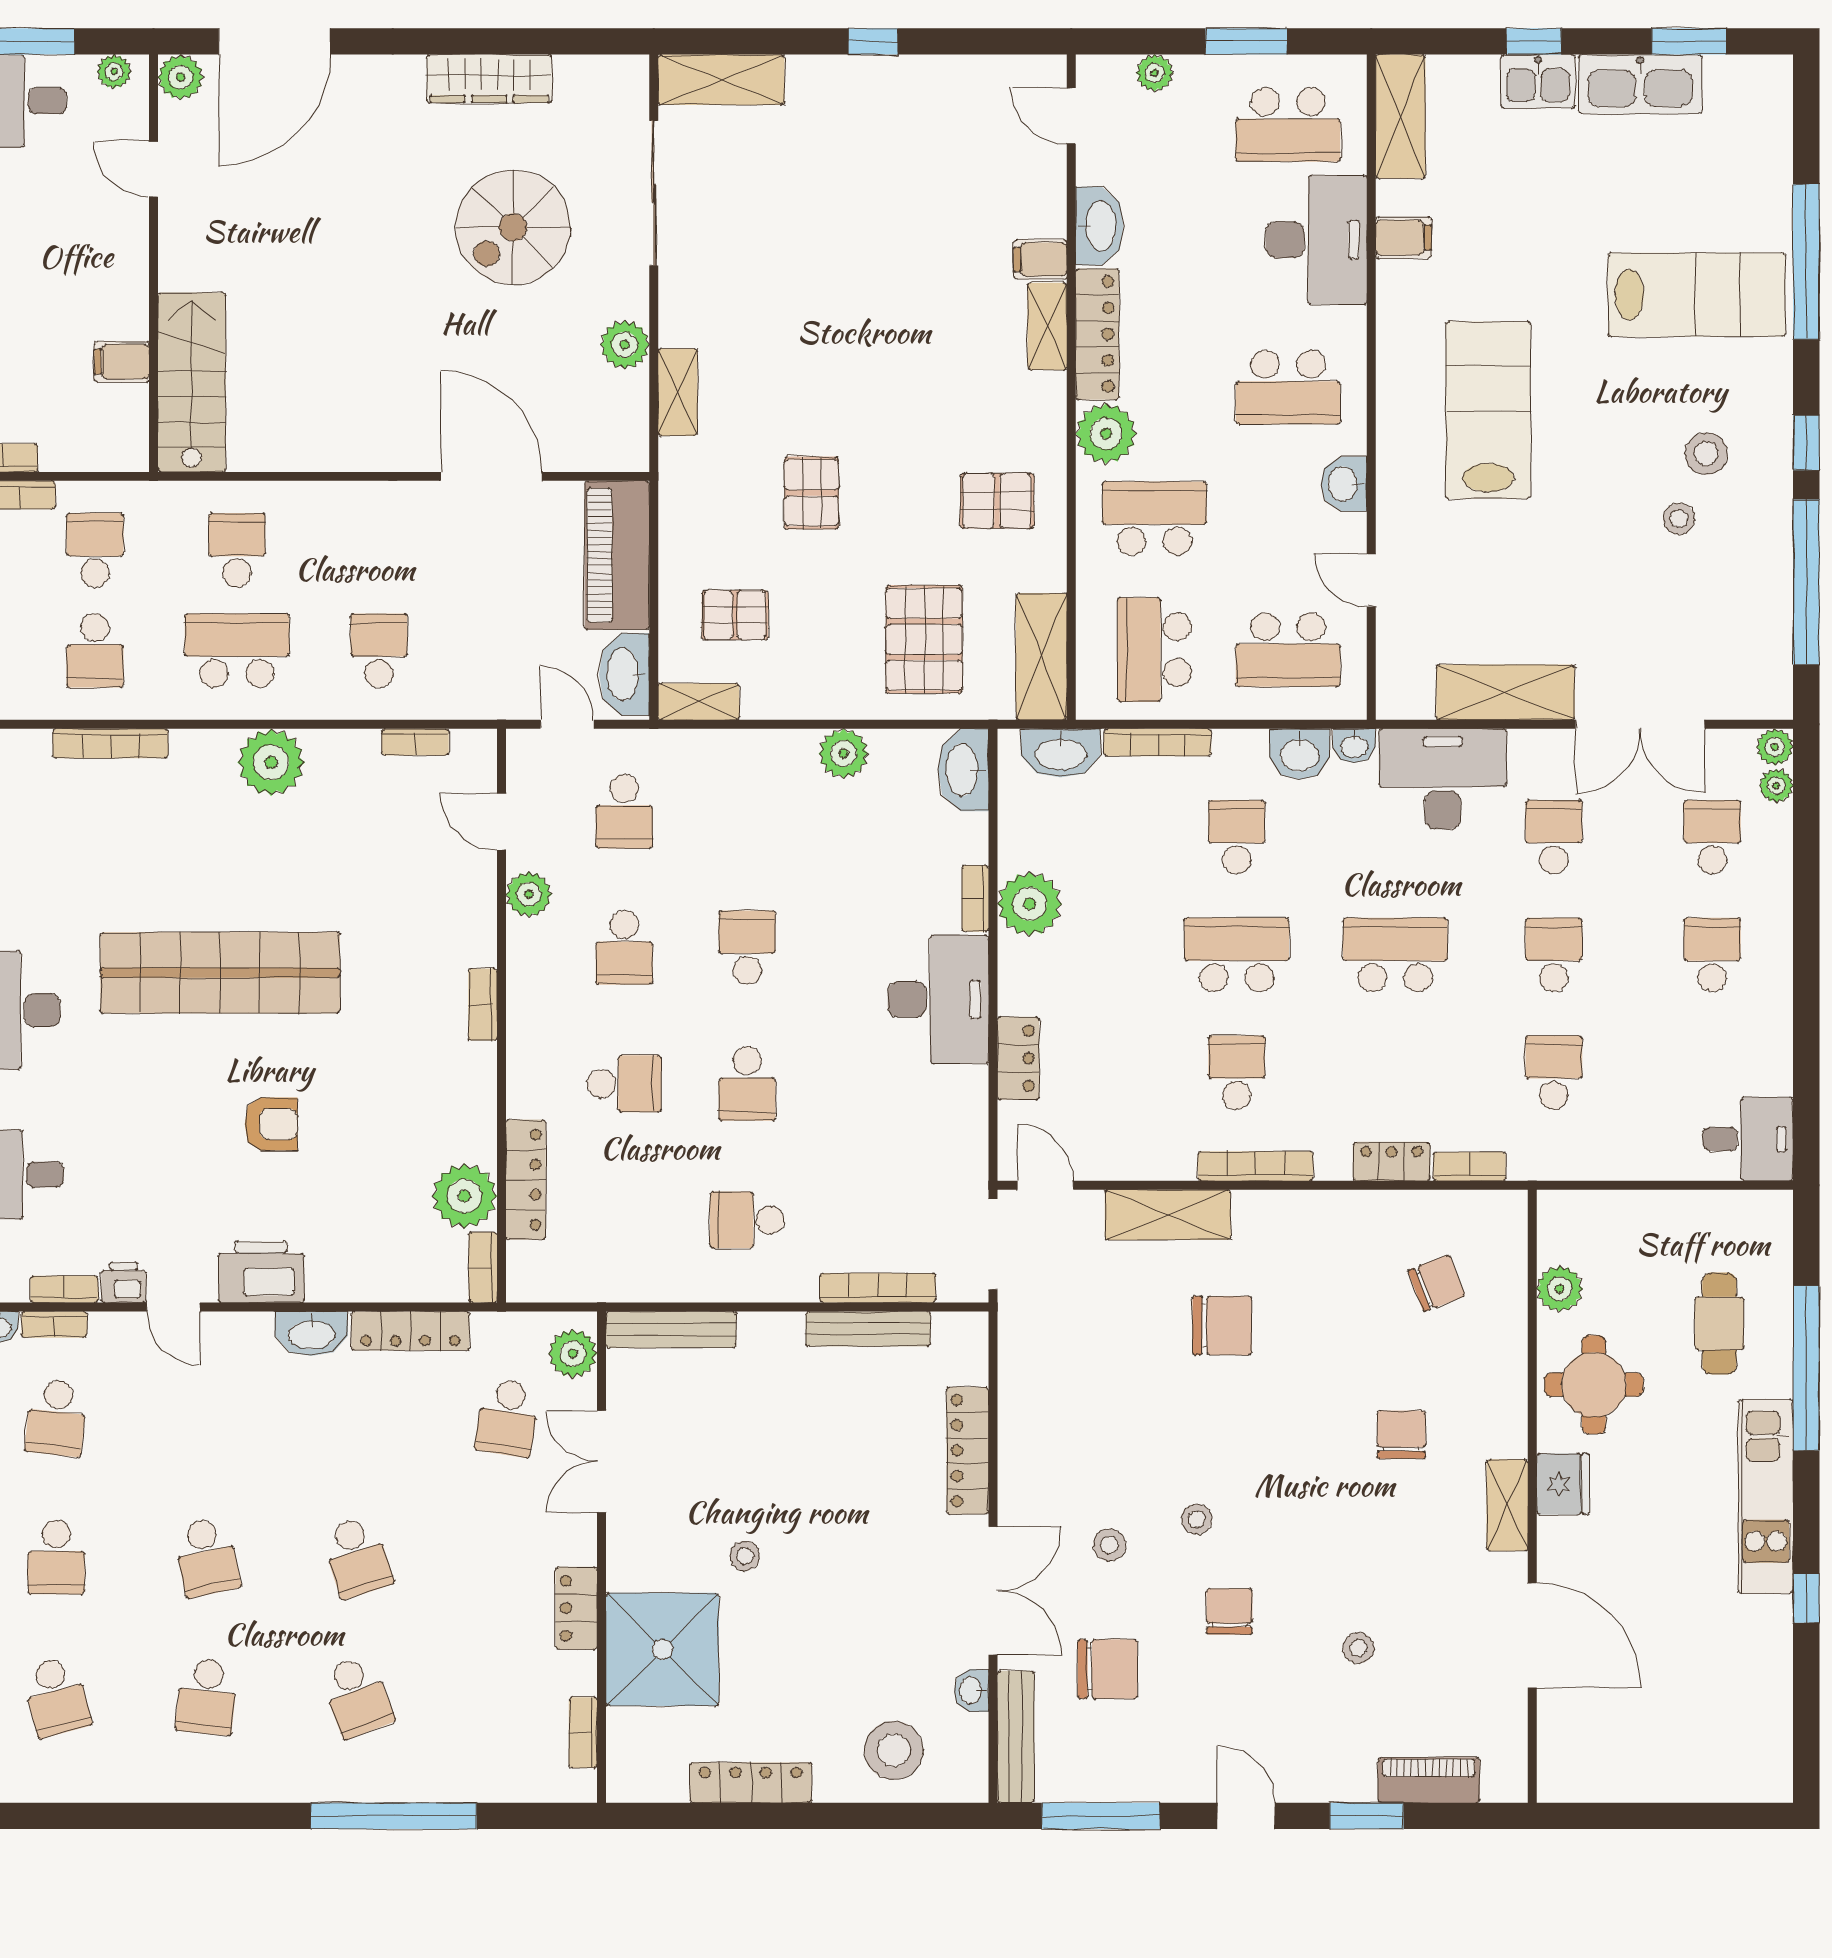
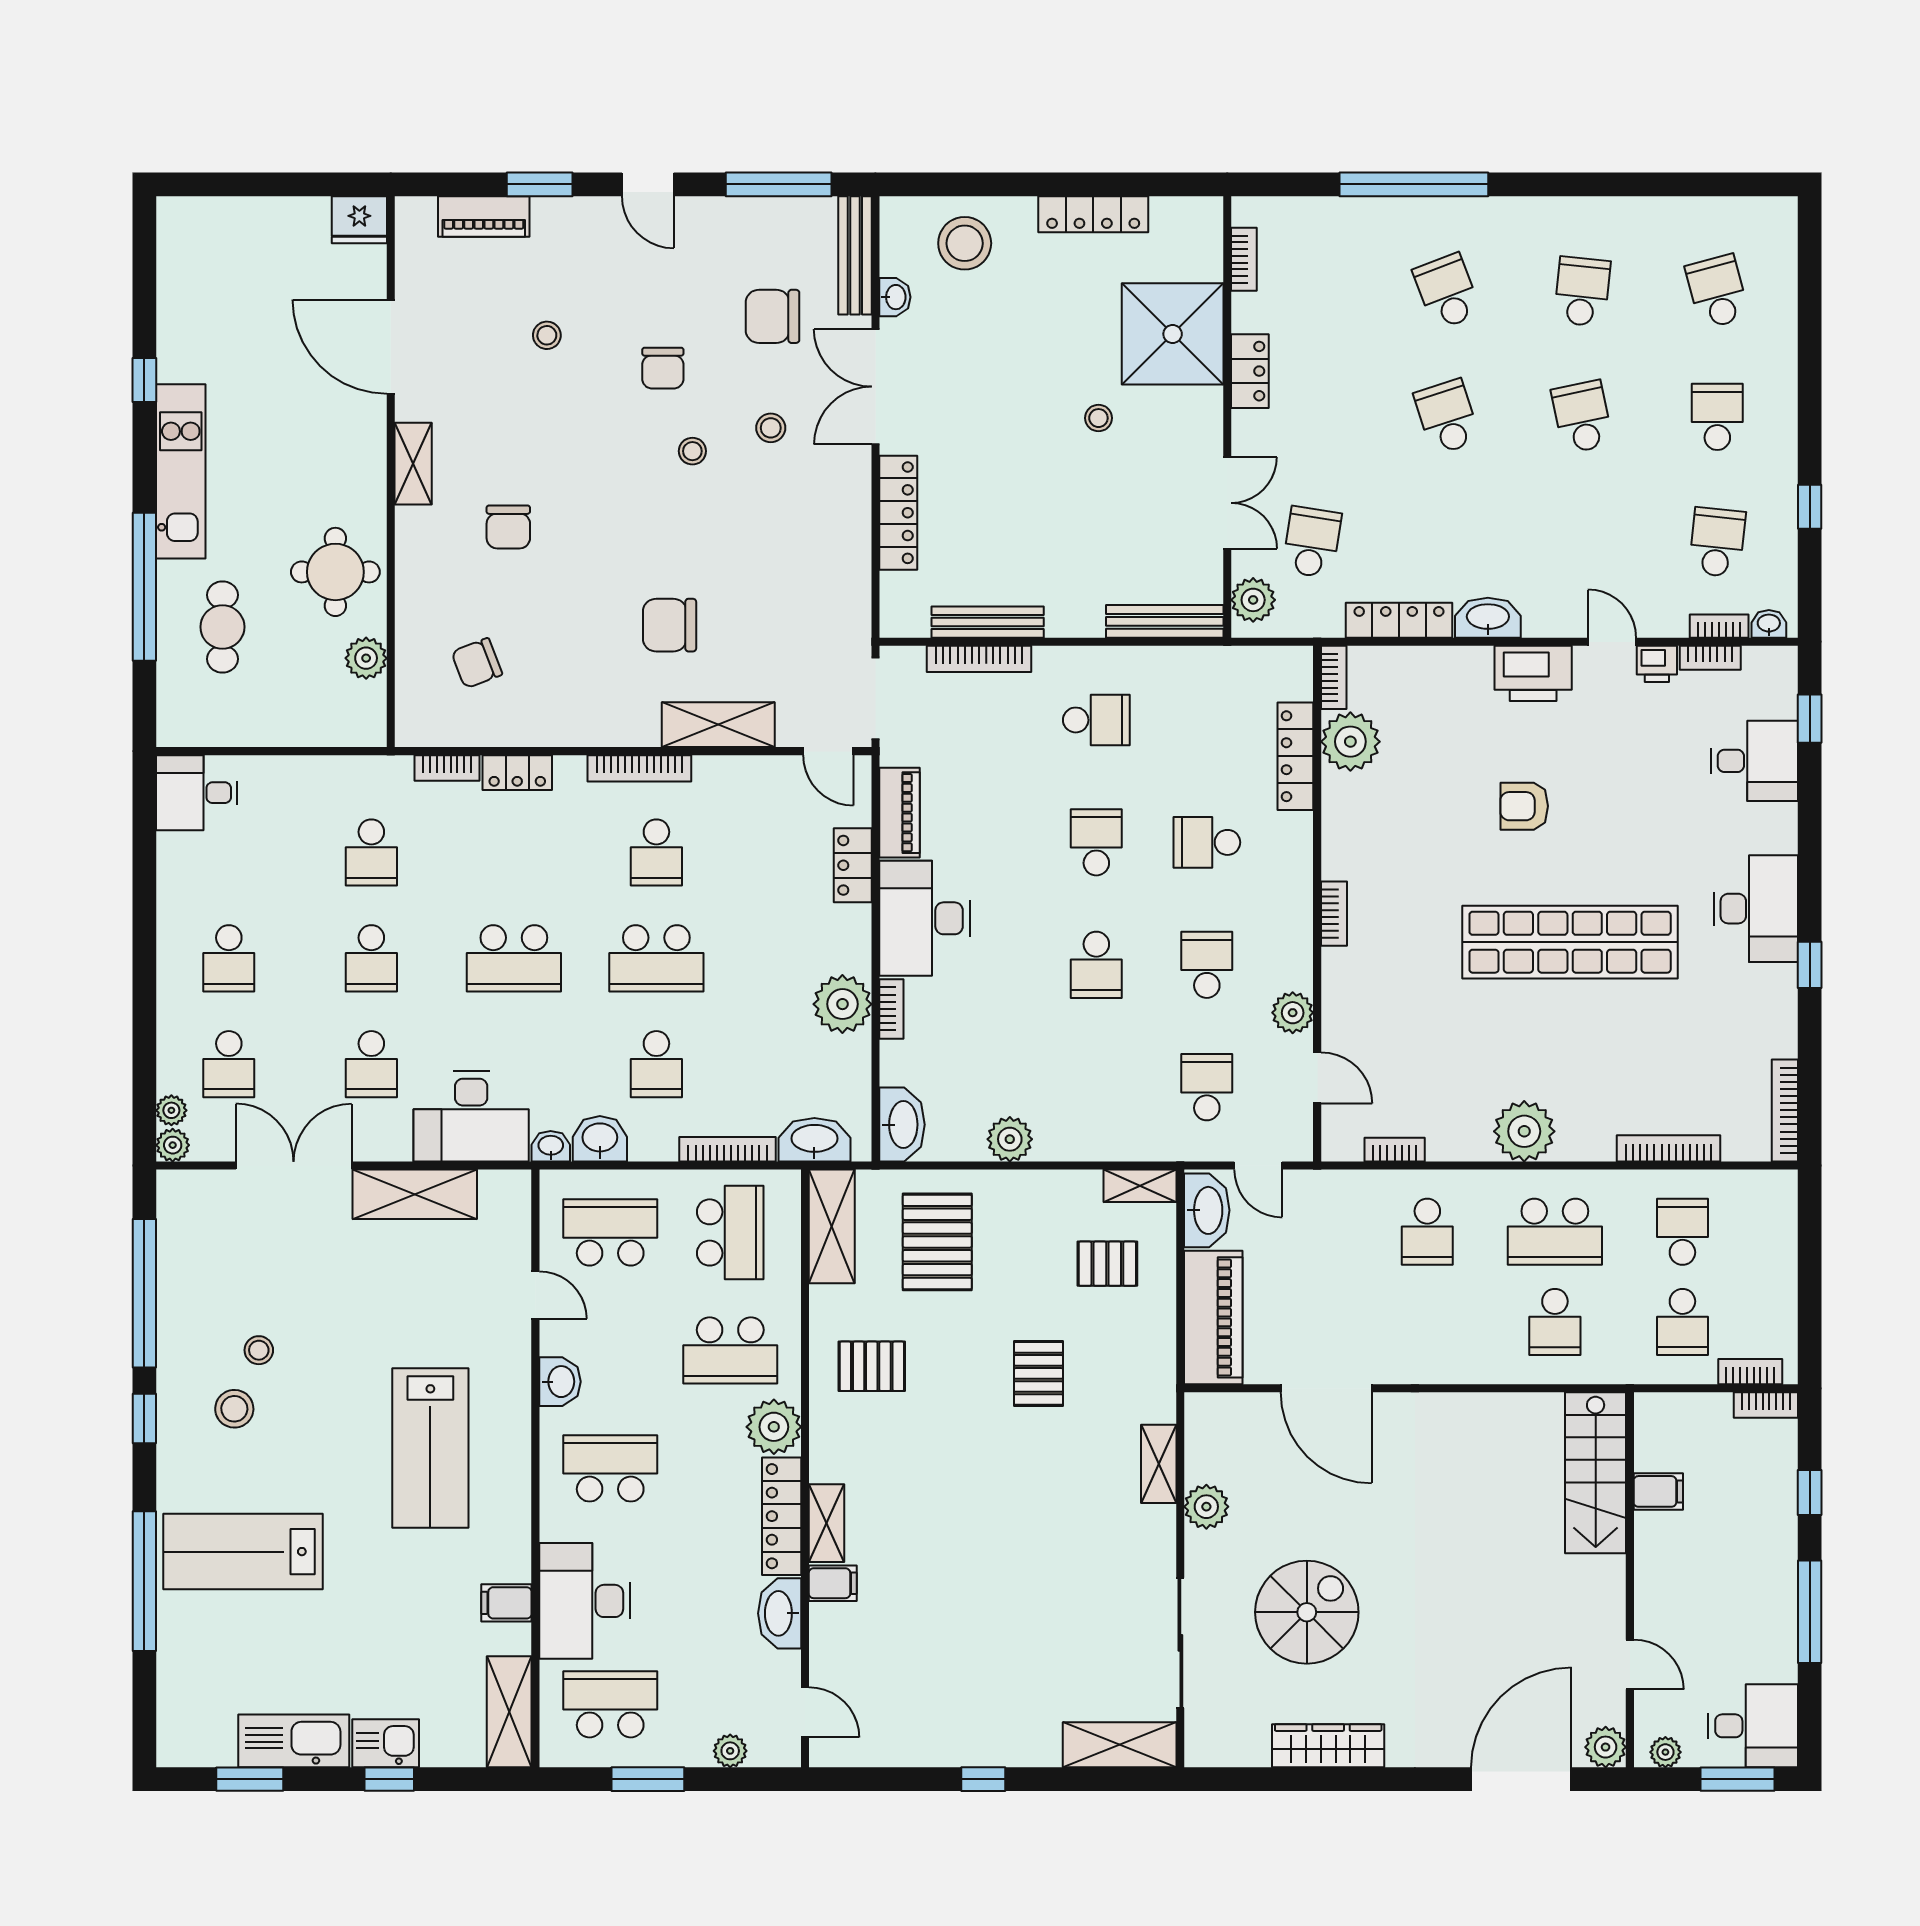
piano: (966, 1117) -> (899, 813), added
fridge: (1563, 1484) -> (359, 220), moved, turned -90

